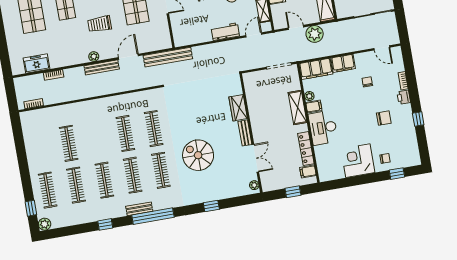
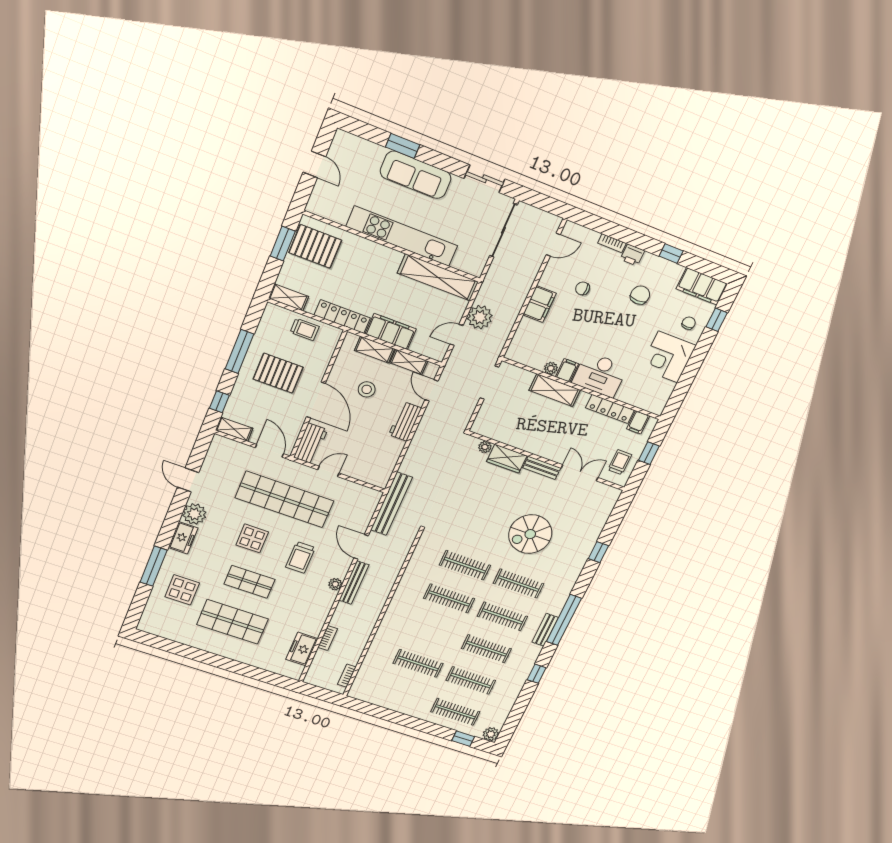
filing cabinet: (316, 69) -> (702, 286), moved, turned 90
trolley: (277, 178) -> (620, 462), added
plant: (254, 185) -> (485, 447), moved

